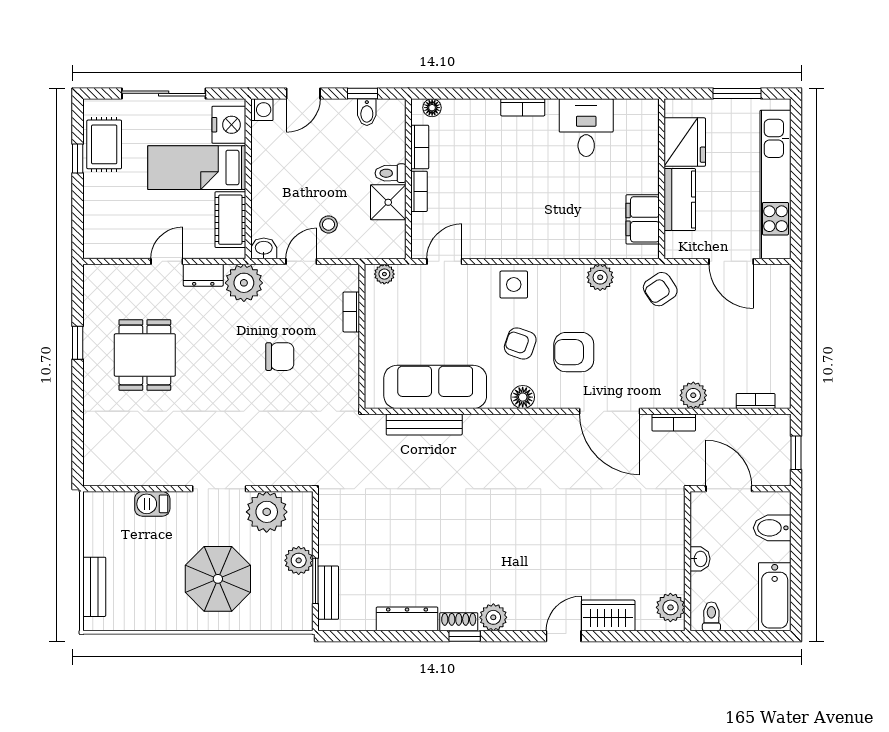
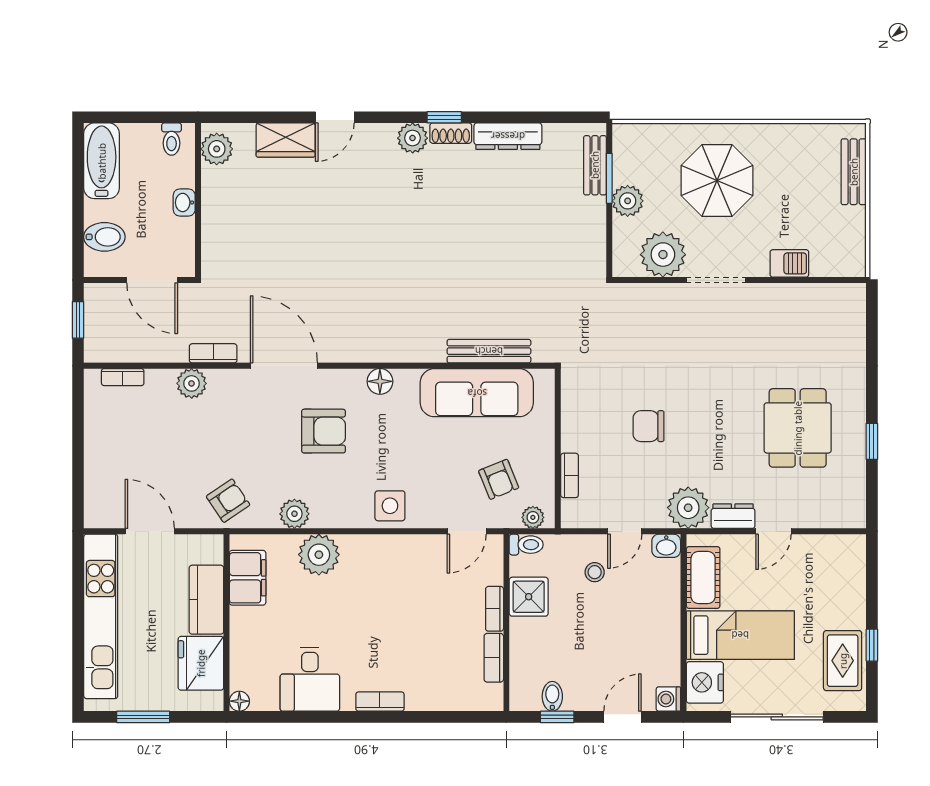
floor lamp: (432, 108) -> (239, 701), moved
toilet: (390, 173) -> (526, 545), moved
plant: (578, 240) -> (319, 555), added
armchair: (520, 344) -> (499, 479), moved, turned 49

